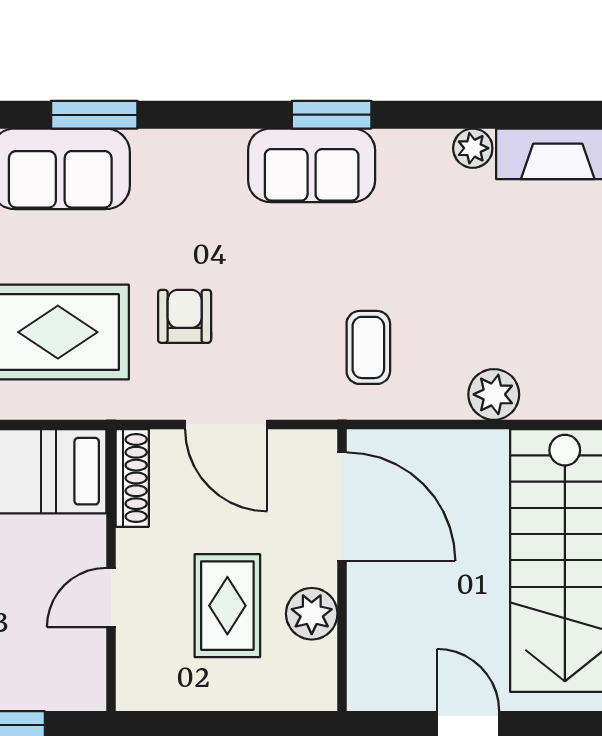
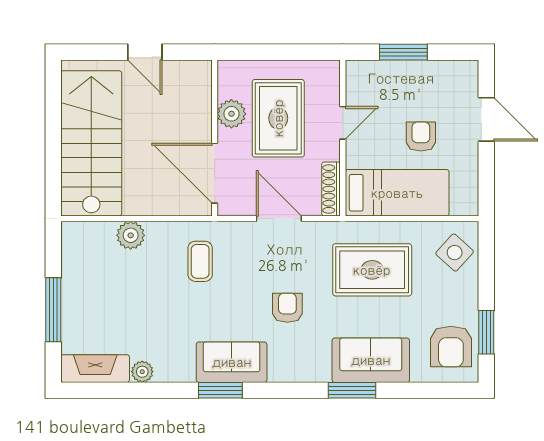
armchair: (185, 316) -> (287, 308), moved, turned 180
rug: (227, 606) -> (278, 118), width x1.36, depth x1.43

